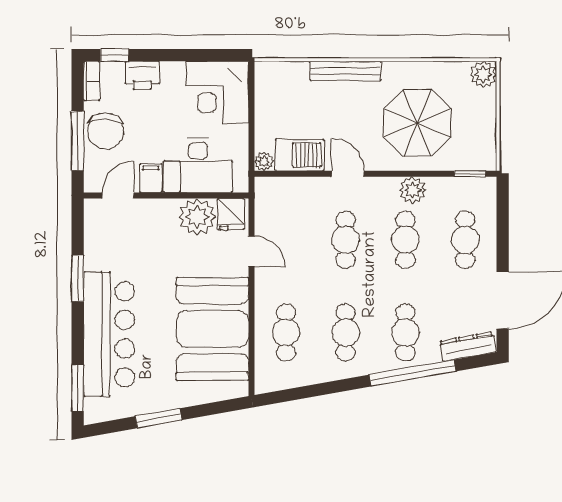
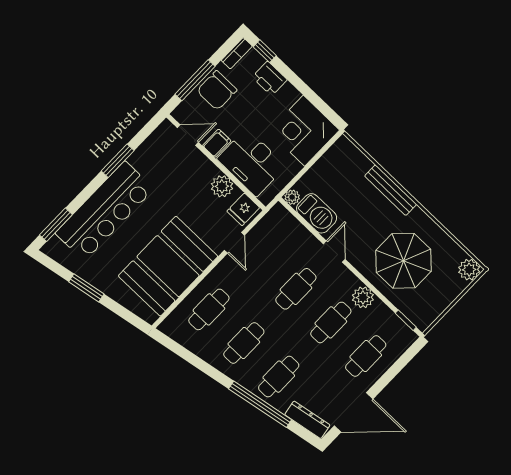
plant: (197, 217) -> (222, 186), width x0.73, depth x0.73

